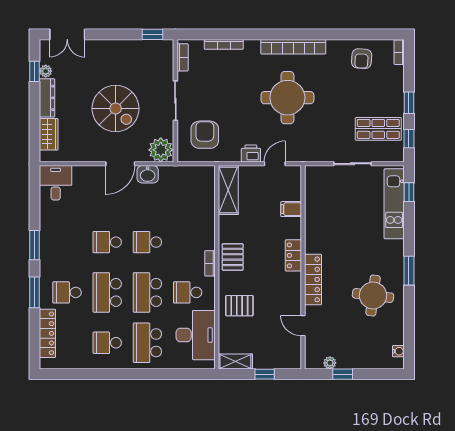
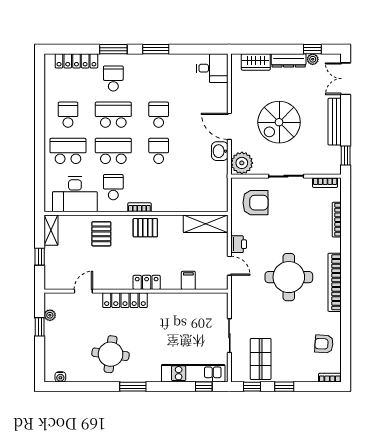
bench: (115, 47) -> (335, 122), added

